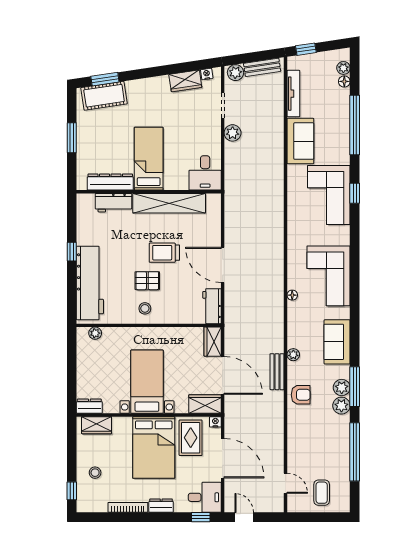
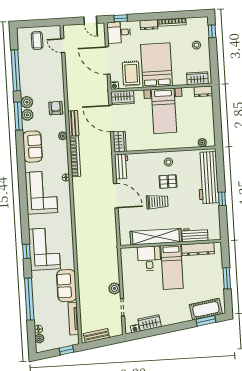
plant: (235, 73) -> (115, 331), removed
desk: (205, 173) -> (149, 258), moved
bookcase: (277, 324) -> (75, 157), added
armchair: (301, 395) -> (56, 108), turned 90

